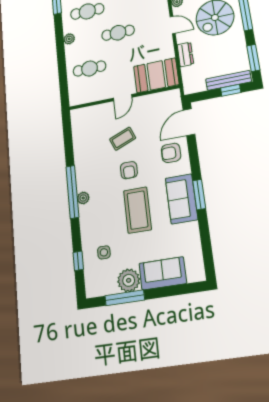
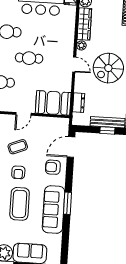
dresser: (185, 54) -> (79, 103), moved
sofa: (181, 199) -> (54, 210), width x1.36

